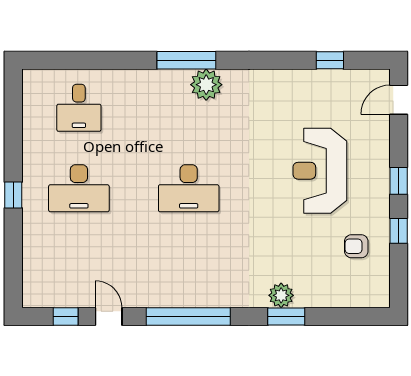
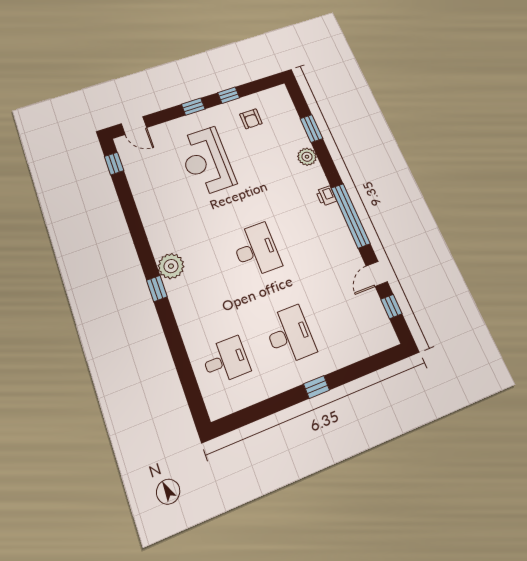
window: (186, 60) -> (157, 289), width x0.46
window: (330, 60) -> (114, 163), moved
reception desk: (320, 171) -> (206, 161), turned 90
printer: (223, 298) -> (326, 196), added
window: (286, 316) -> (311, 129), moved

